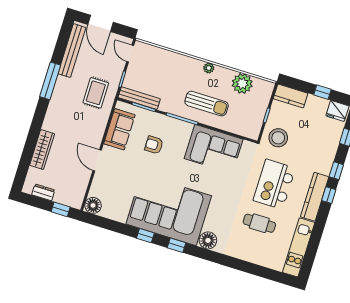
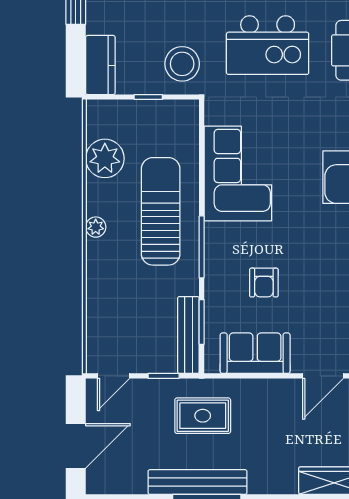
bench: (72, 51) -> (197, 482), moved
sun lounger: (207, 104) -> (161, 211), width x1.36, depth x1.34

